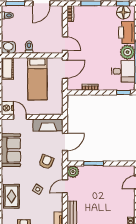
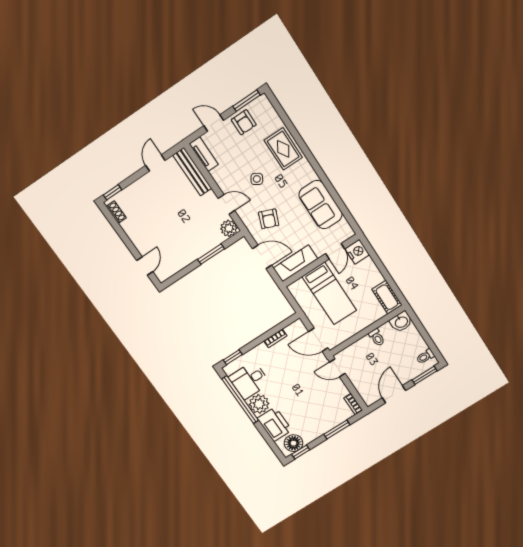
door: (65, 69) -> (318, 340), hinge flipped
bed: (37, 79) -> (329, 293), moved, turned 180
door: (20, 117) -> (335, 251), hinge flipped
door: (65, 142) -> (262, 257), swing flipped
door: (65, 186) -> (226, 204), hinge flipped

